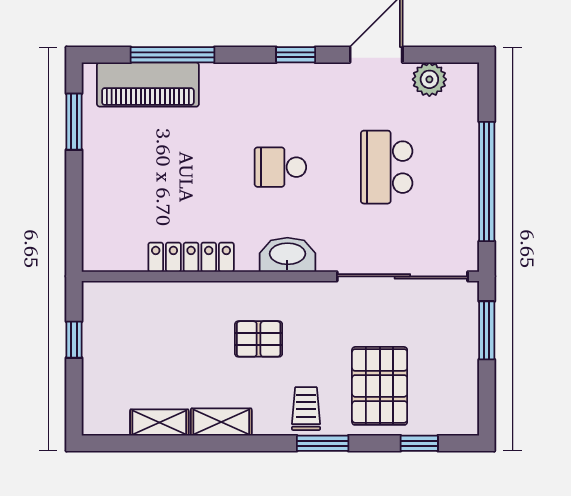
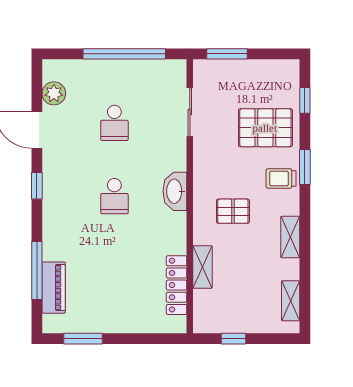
piano: (148, 85) -> (54, 288), width x0.73, depth x0.75
school desk: (387, 167) -> (114, 123), width x0.54
locker: (191, 257) -> (177, 285), moved
sliding door: (402, 276) -> (190, 112), width x0.54
shelving: (178, 295) -> (203, 267), added
pallet: (259, 339) -> (233, 211), turned 90
shelving: (159, 423) -> (291, 301), moved

